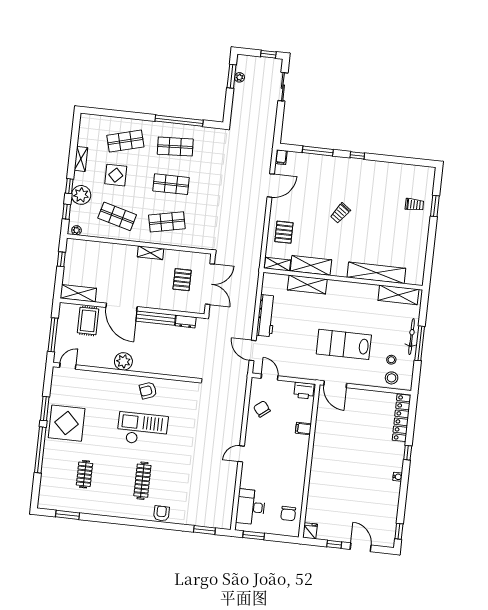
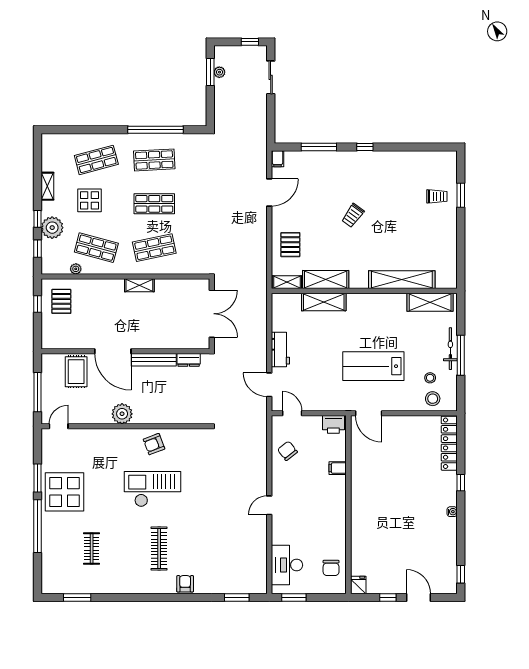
plant: (77, 230) -> (76, 269), moved
pallet: (182, 280) -> (61, 301), moved
shelving: (78, 293) -> (61, 341), removed
workbench: (266, 316) -> (280, 349), width x0.73

